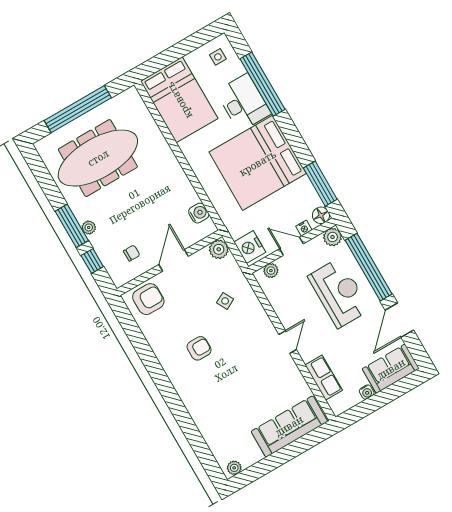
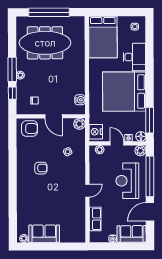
window: (263, 84) -> (149, 53), removed
door: (174, 260) -> (54, 116), swing flipped
reception desk: (339, 293) -> (127, 181), turned 180
sofa: (289, 426) -> (44, 234), moved, width x0.73

